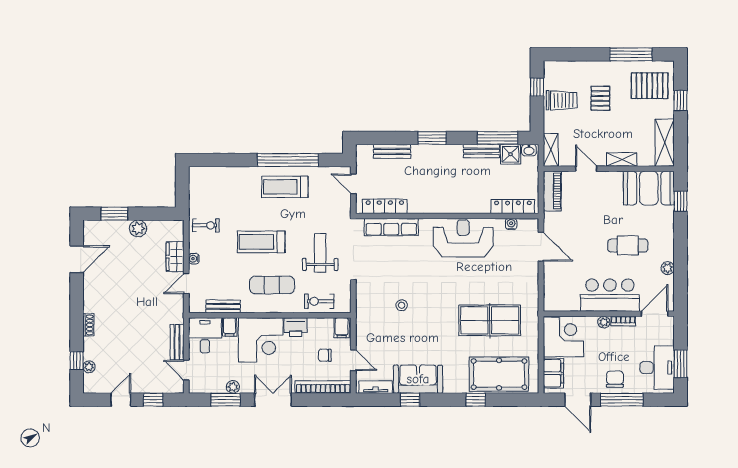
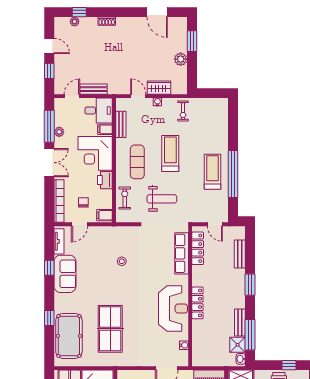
door: (353, 184) -> (215, 224), swing flipped
locker: (513, 206) -> (197, 303), moved
window: (226, 400) -> (49, 126), width x1.44

